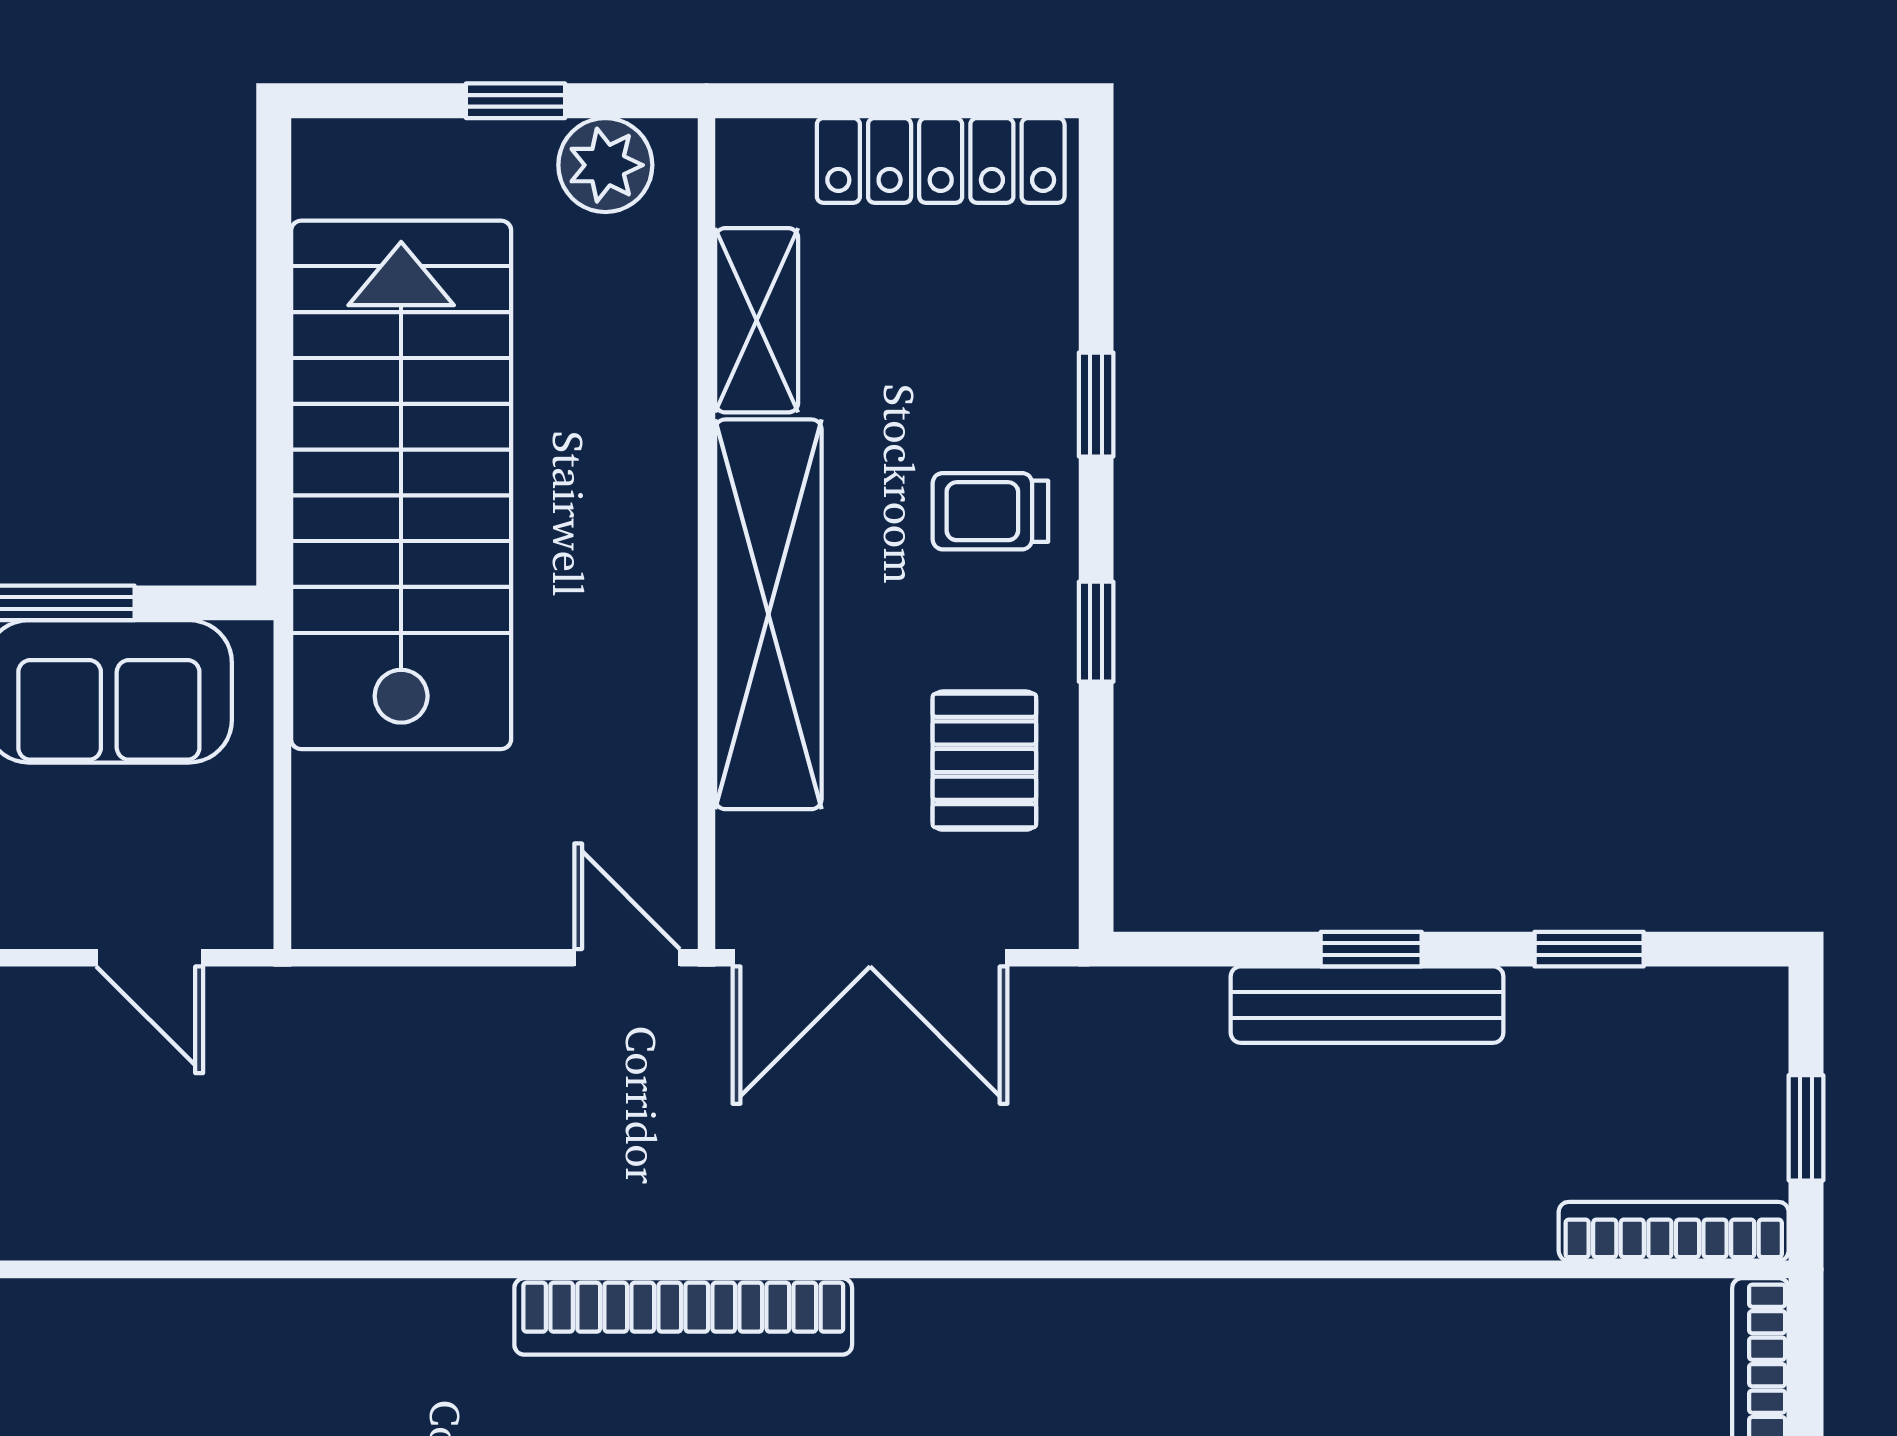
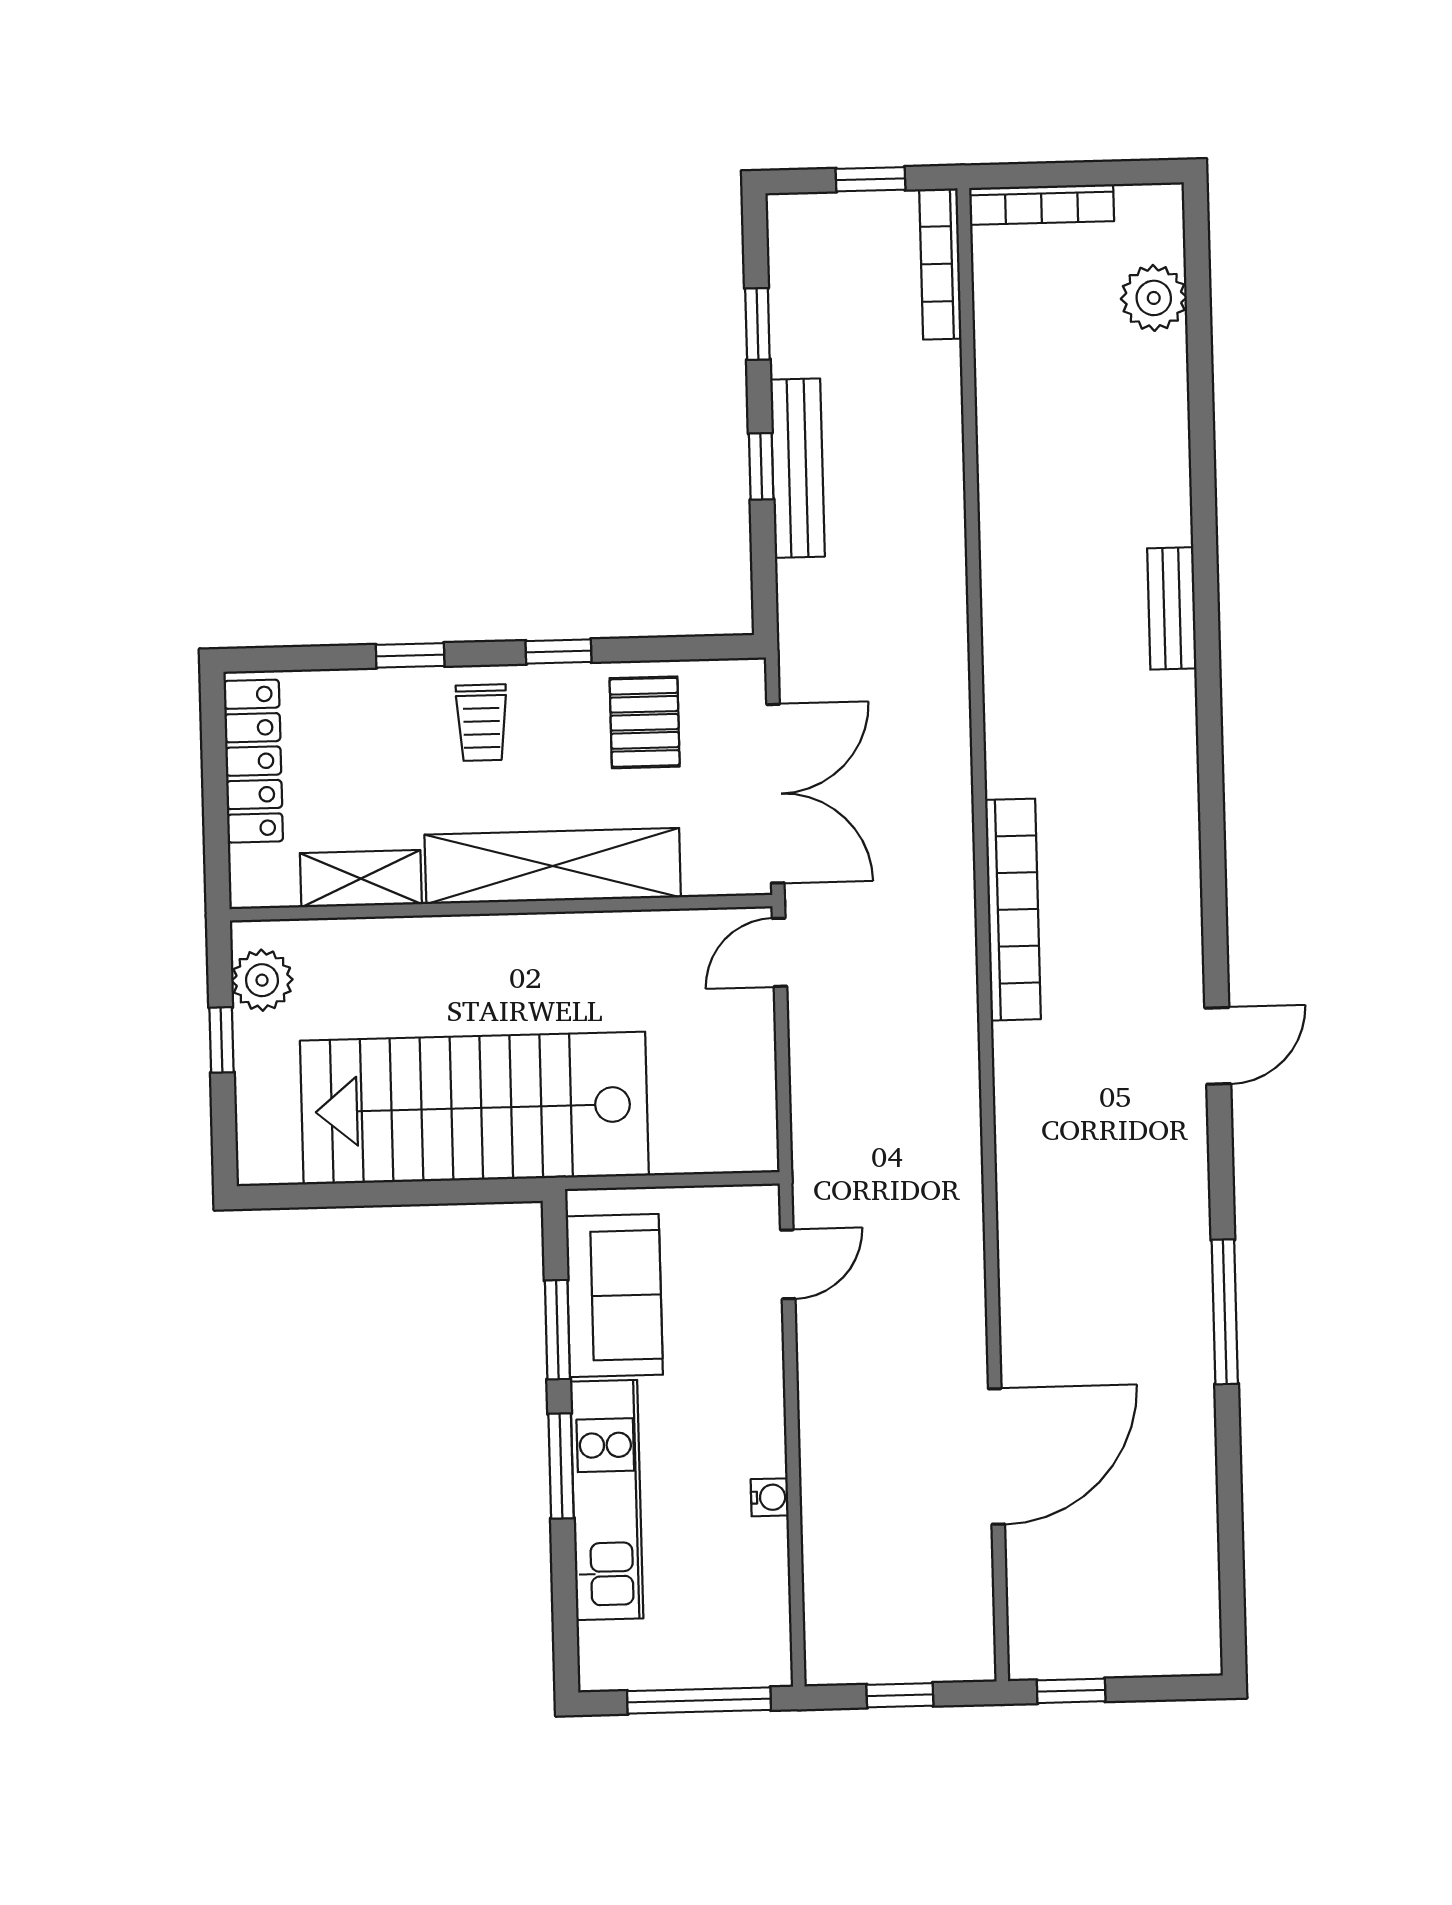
pallet: (984, 761) -> (645, 722), turned 90

